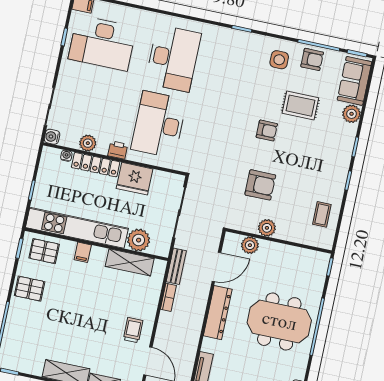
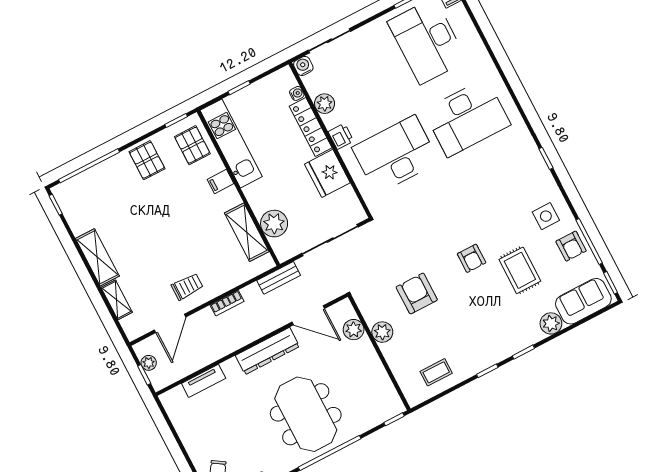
armchair: (260, 185) -> (417, 293), turned 180
kitchen unit: (77, 228) -> (231, 143), width x0.73
bookcase: (168, 297) -> (227, 303), moved

